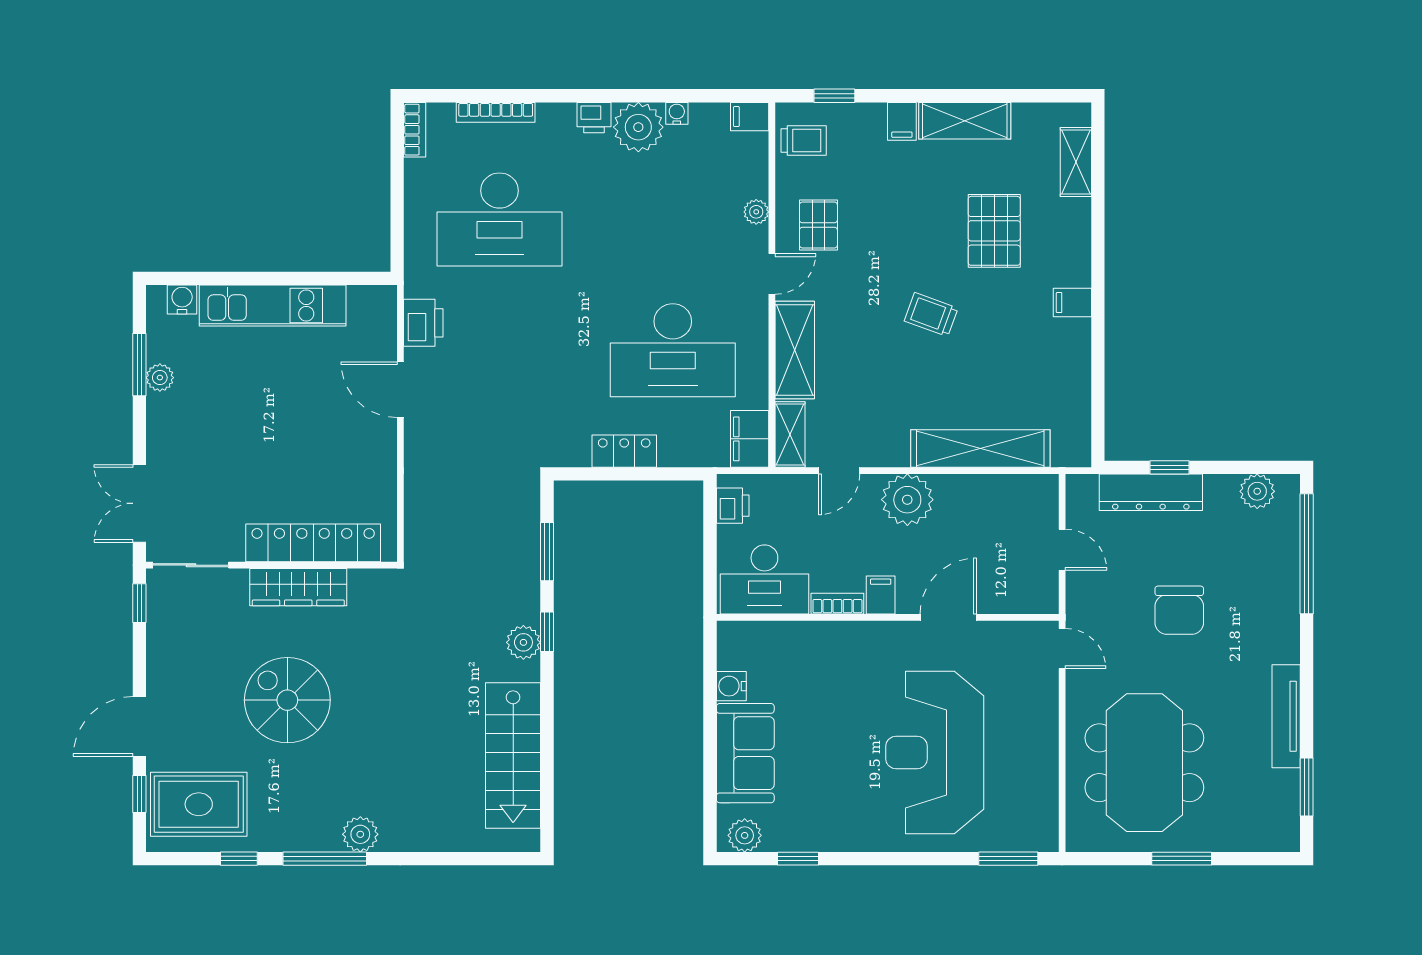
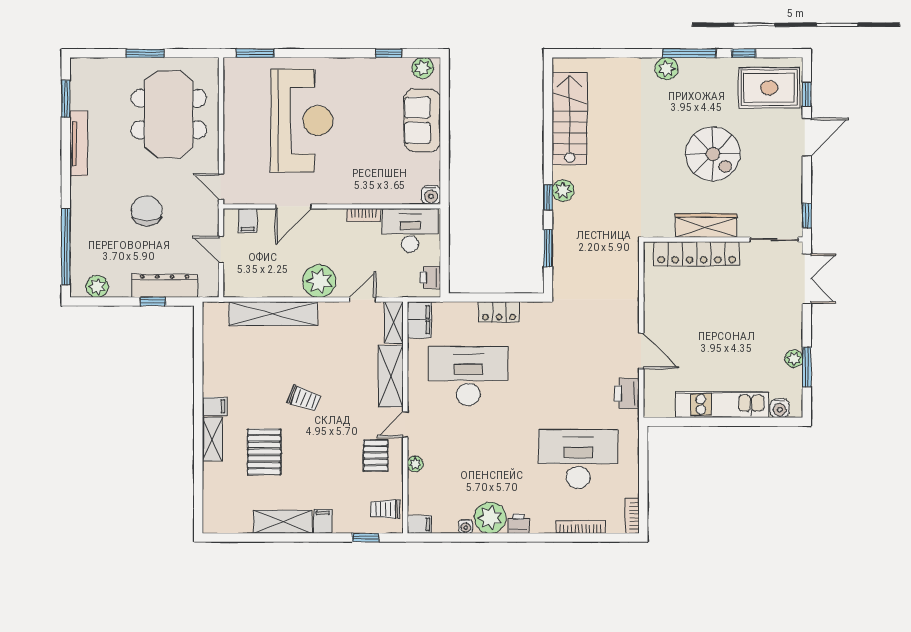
shelving: (1076, 162) -> (212, 439), moved
filing cabinet: (881, 595) -> (248, 221), moved
water cooler: (731, 686) -> (431, 195), moved, turned 90

